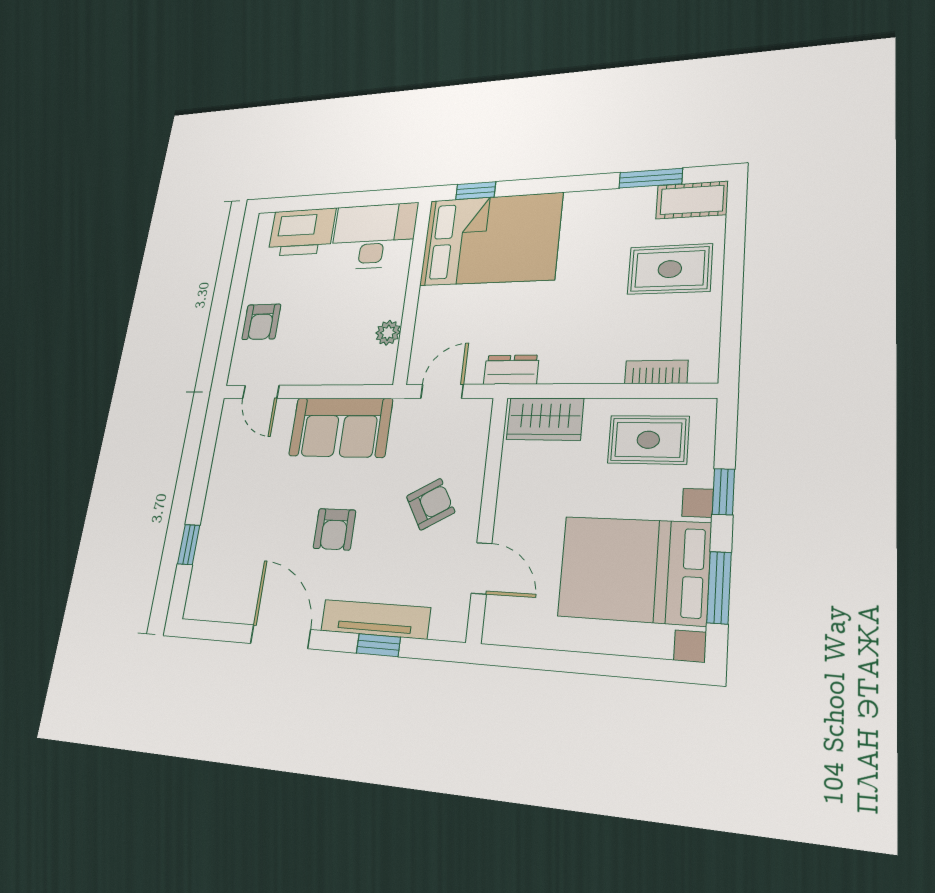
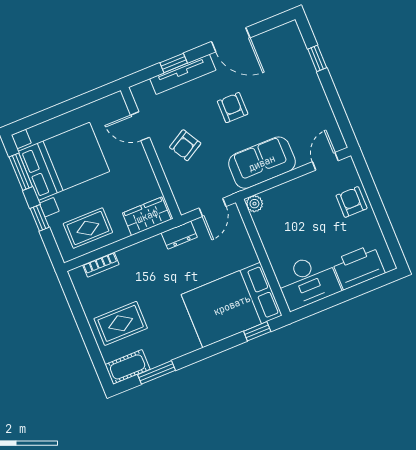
plant: (388, 333) -> (254, 204), moved
door: (261, 392) -> (325, 161), hinge flipped

